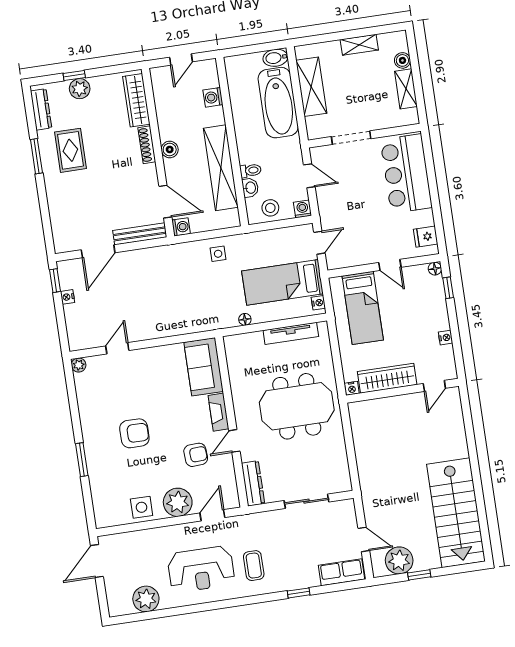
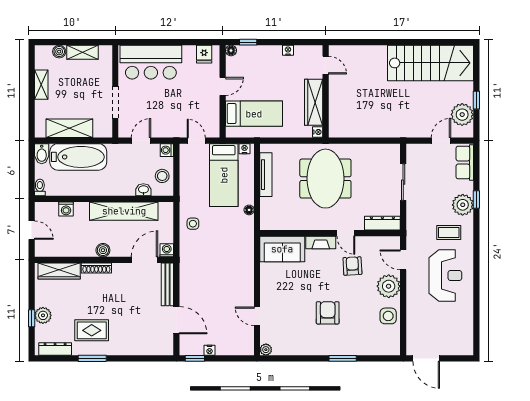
toilet: (251, 170) -> (40, 187), moved
plant: (146, 599) -> (463, 205), moved

